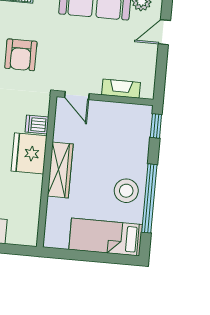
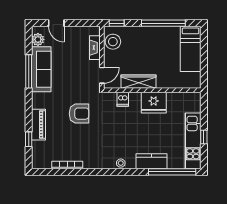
fridge: (29, 153) -> (154, 103), moved
wardrobe: (60, 170) -> (139, 82), moved
stool: (126, 191) -> (113, 42), moved

